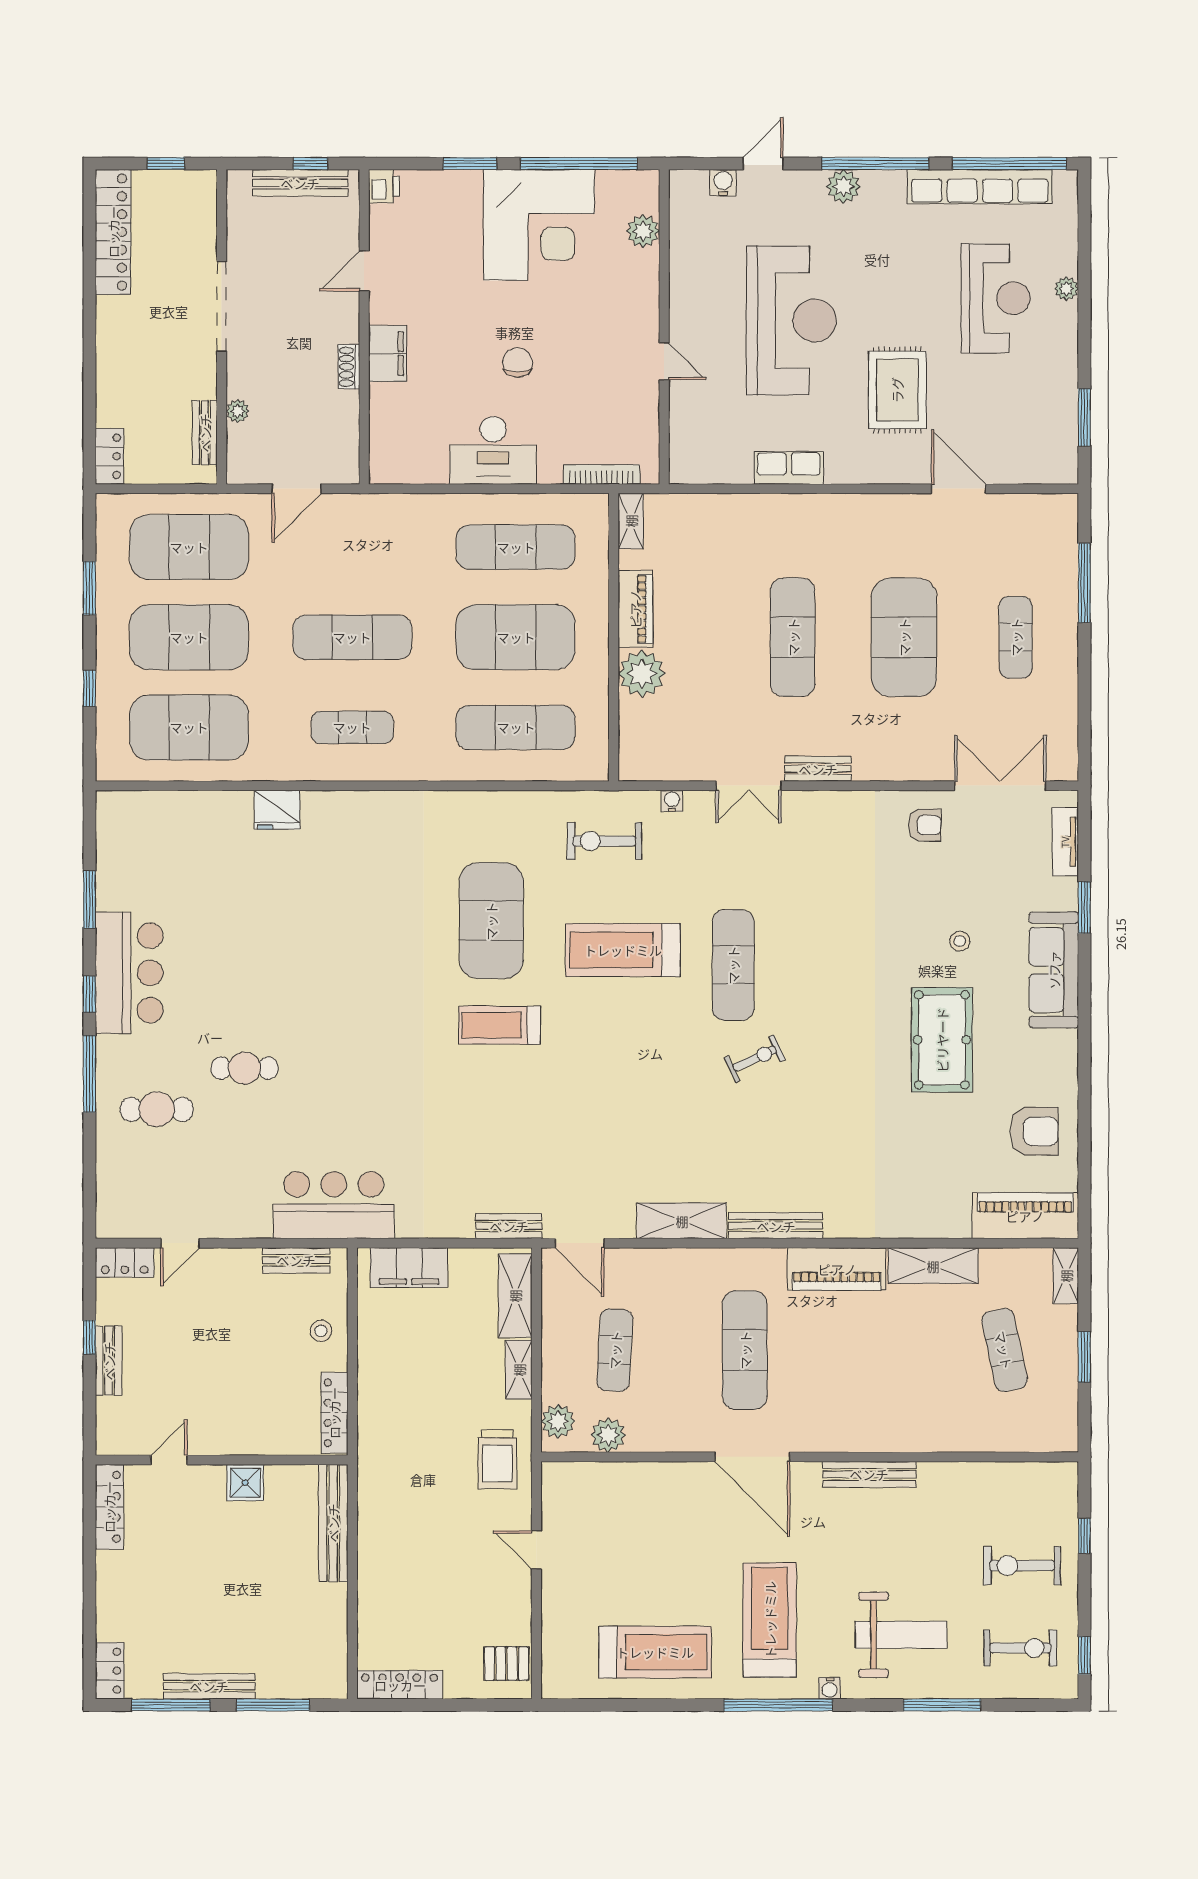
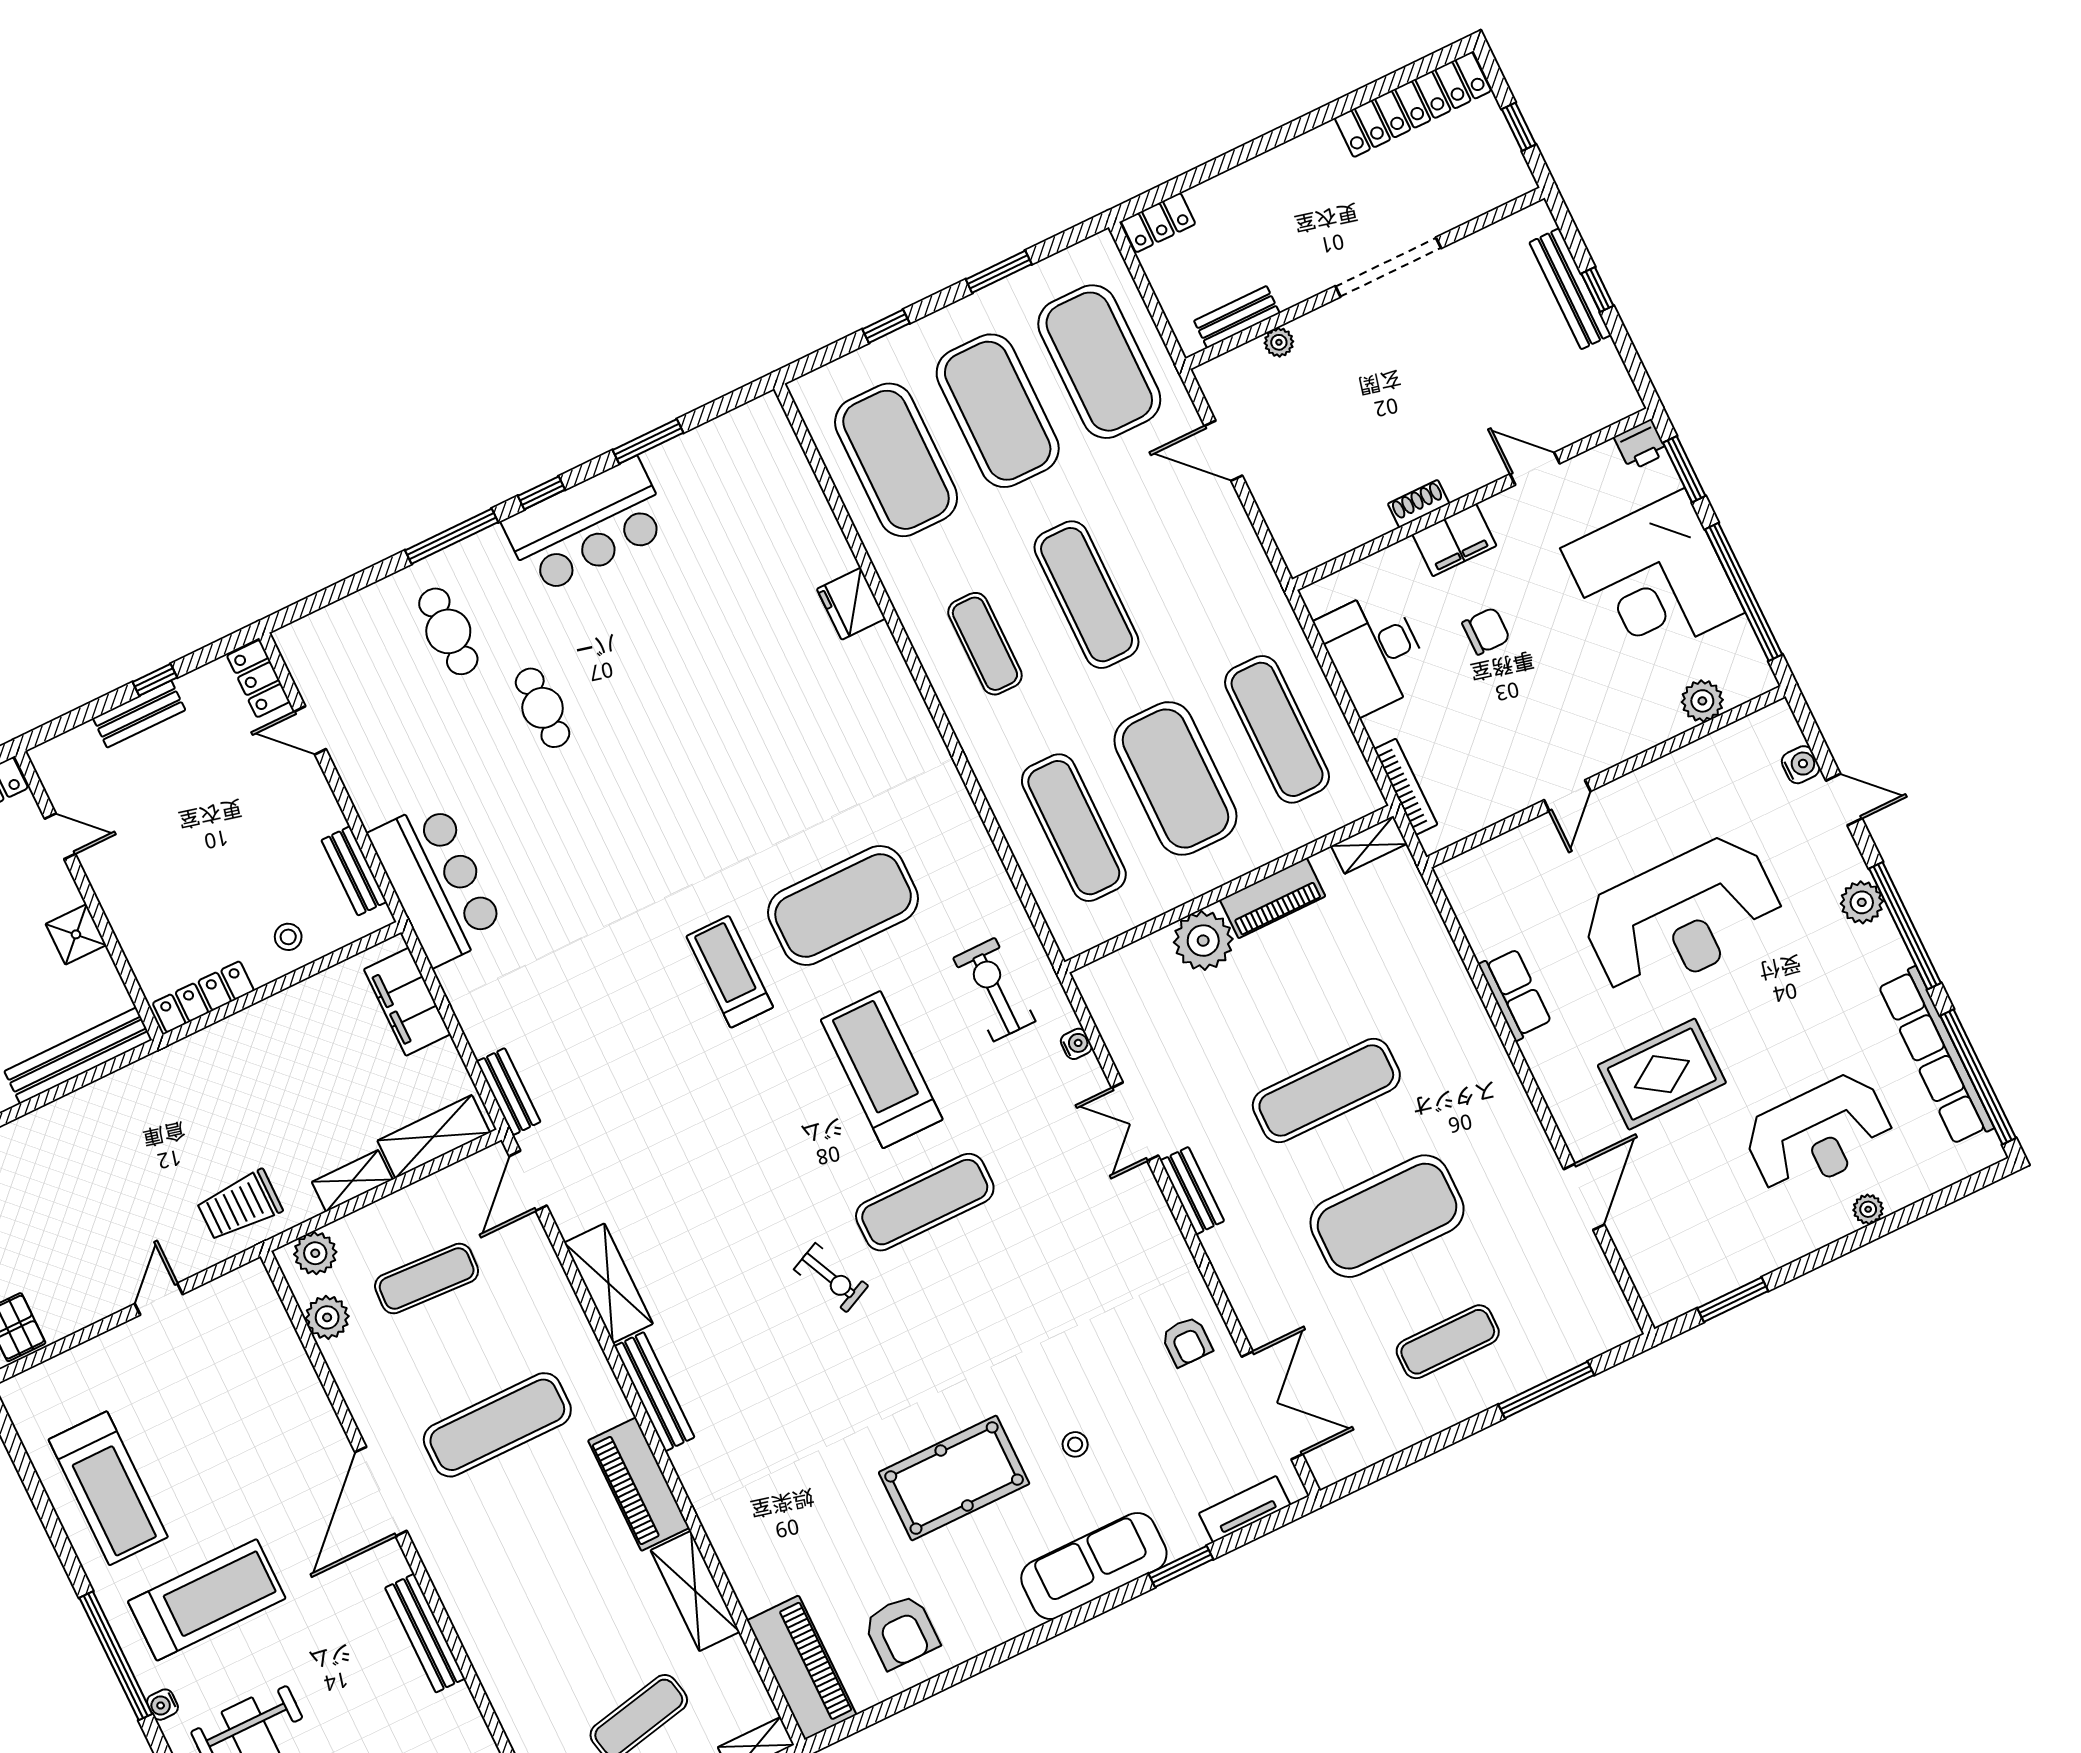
printer: (384, 186) -> (1641, 445), moved
door: (364, 271) -> (1535, 469), moved
wall: (364, 327) -> (1472, 499), moved
filing cabinet: (388, 354) -> (1454, 540), moved
shoe rack: (349, 367) -> (1419, 504), moved

